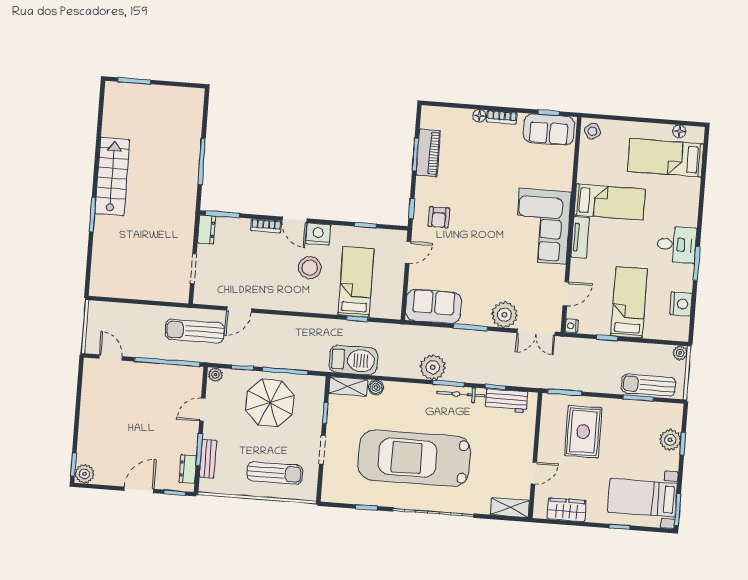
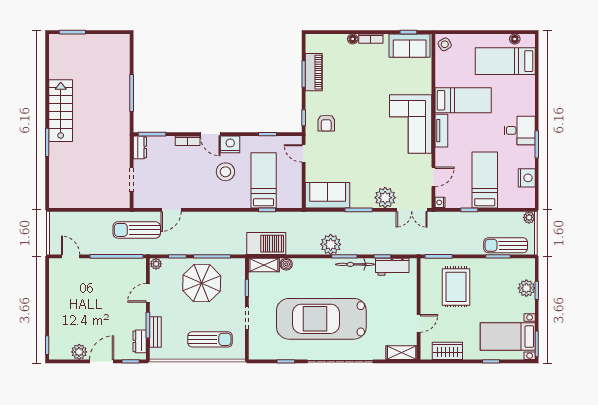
door: (408, 252) -> (304, 153), swing flipped
plant: (84, 474) -> (79, 352), moved

